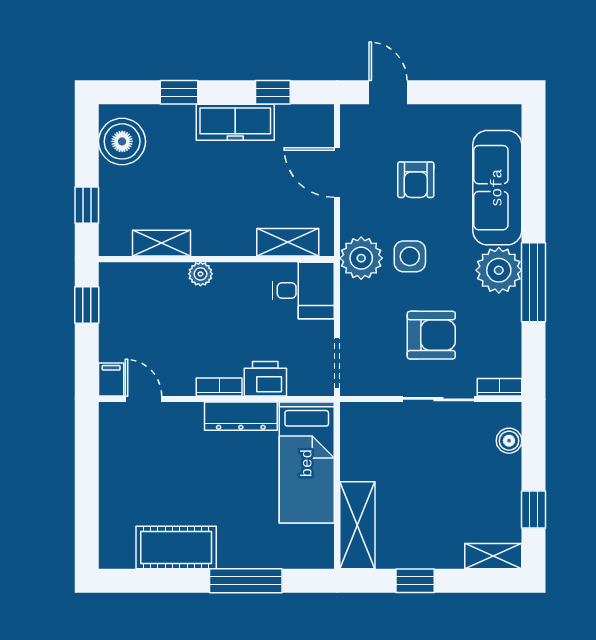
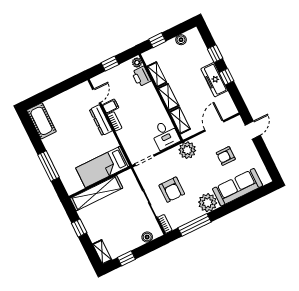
window: (273, 92) -> (226, 77), moved
boiler: (122, 141) -> (181, 40), width x0.54, depth x0.54
shelving: (224, 242) -> (168, 97), added
side table: (410, 256) -> (197, 168), removed
plant: (200, 274) -> (137, 63), moved
window: (534, 282) -> (195, 225), moved
window: (87, 305) -> (110, 64), moved
filing cabinet: (111, 379) -> (111, 106), moved
printer: (265, 379) -> (141, 76), moved, turned 180
dresser: (241, 416) -> (101, 120), moved
shelving: (357, 525) -> (96, 193), width x1.47
cot: (176, 548) -> (41, 121), moved

